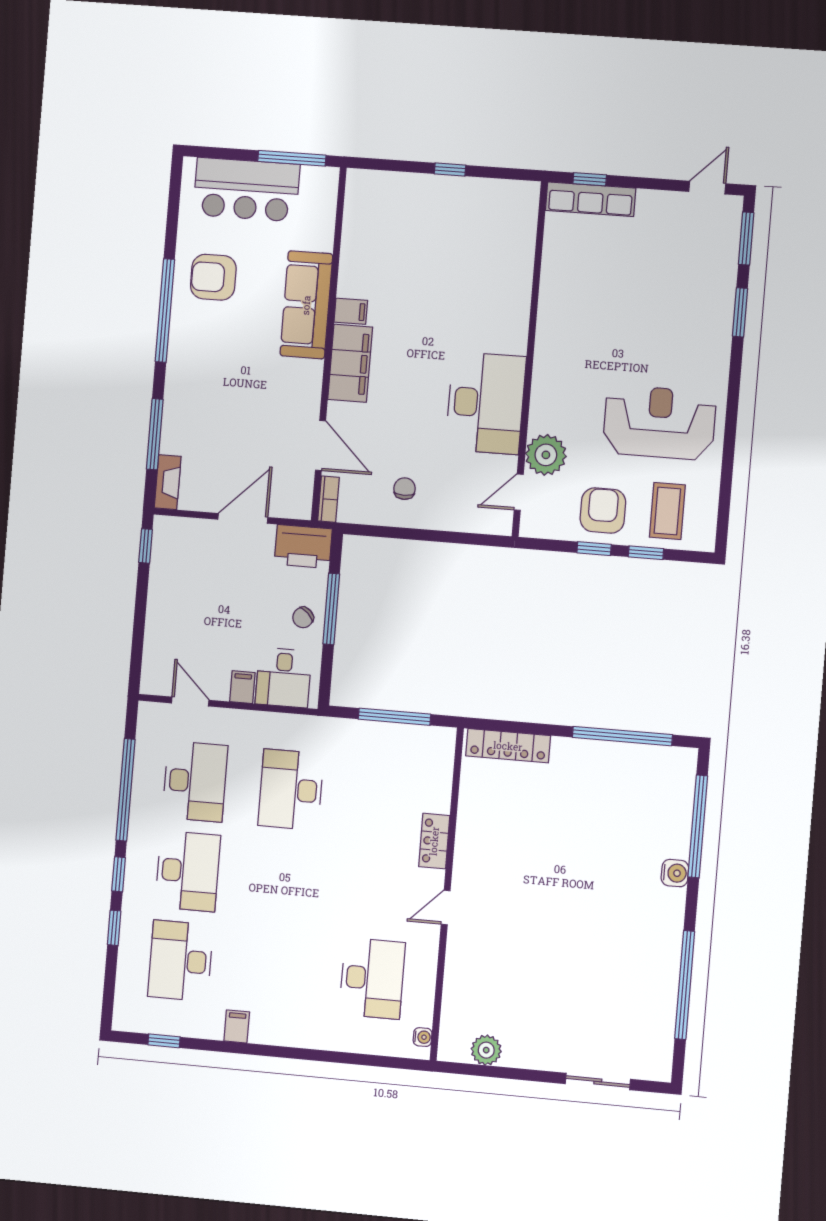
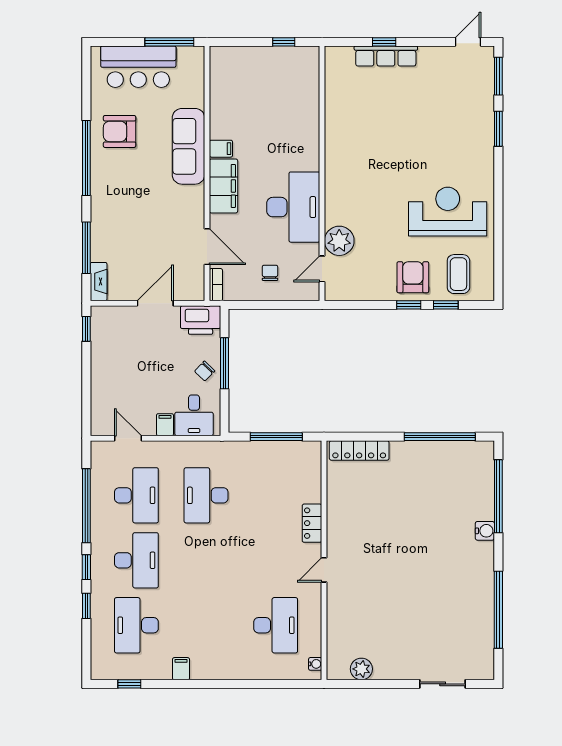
wall: (530, 359) -> (322, 173), moved
desk: (486, 403) -> (293, 207), moved
plant: (546, 455) -> (339, 241), moved
door: (519, 492) -> (322, 269), moved

